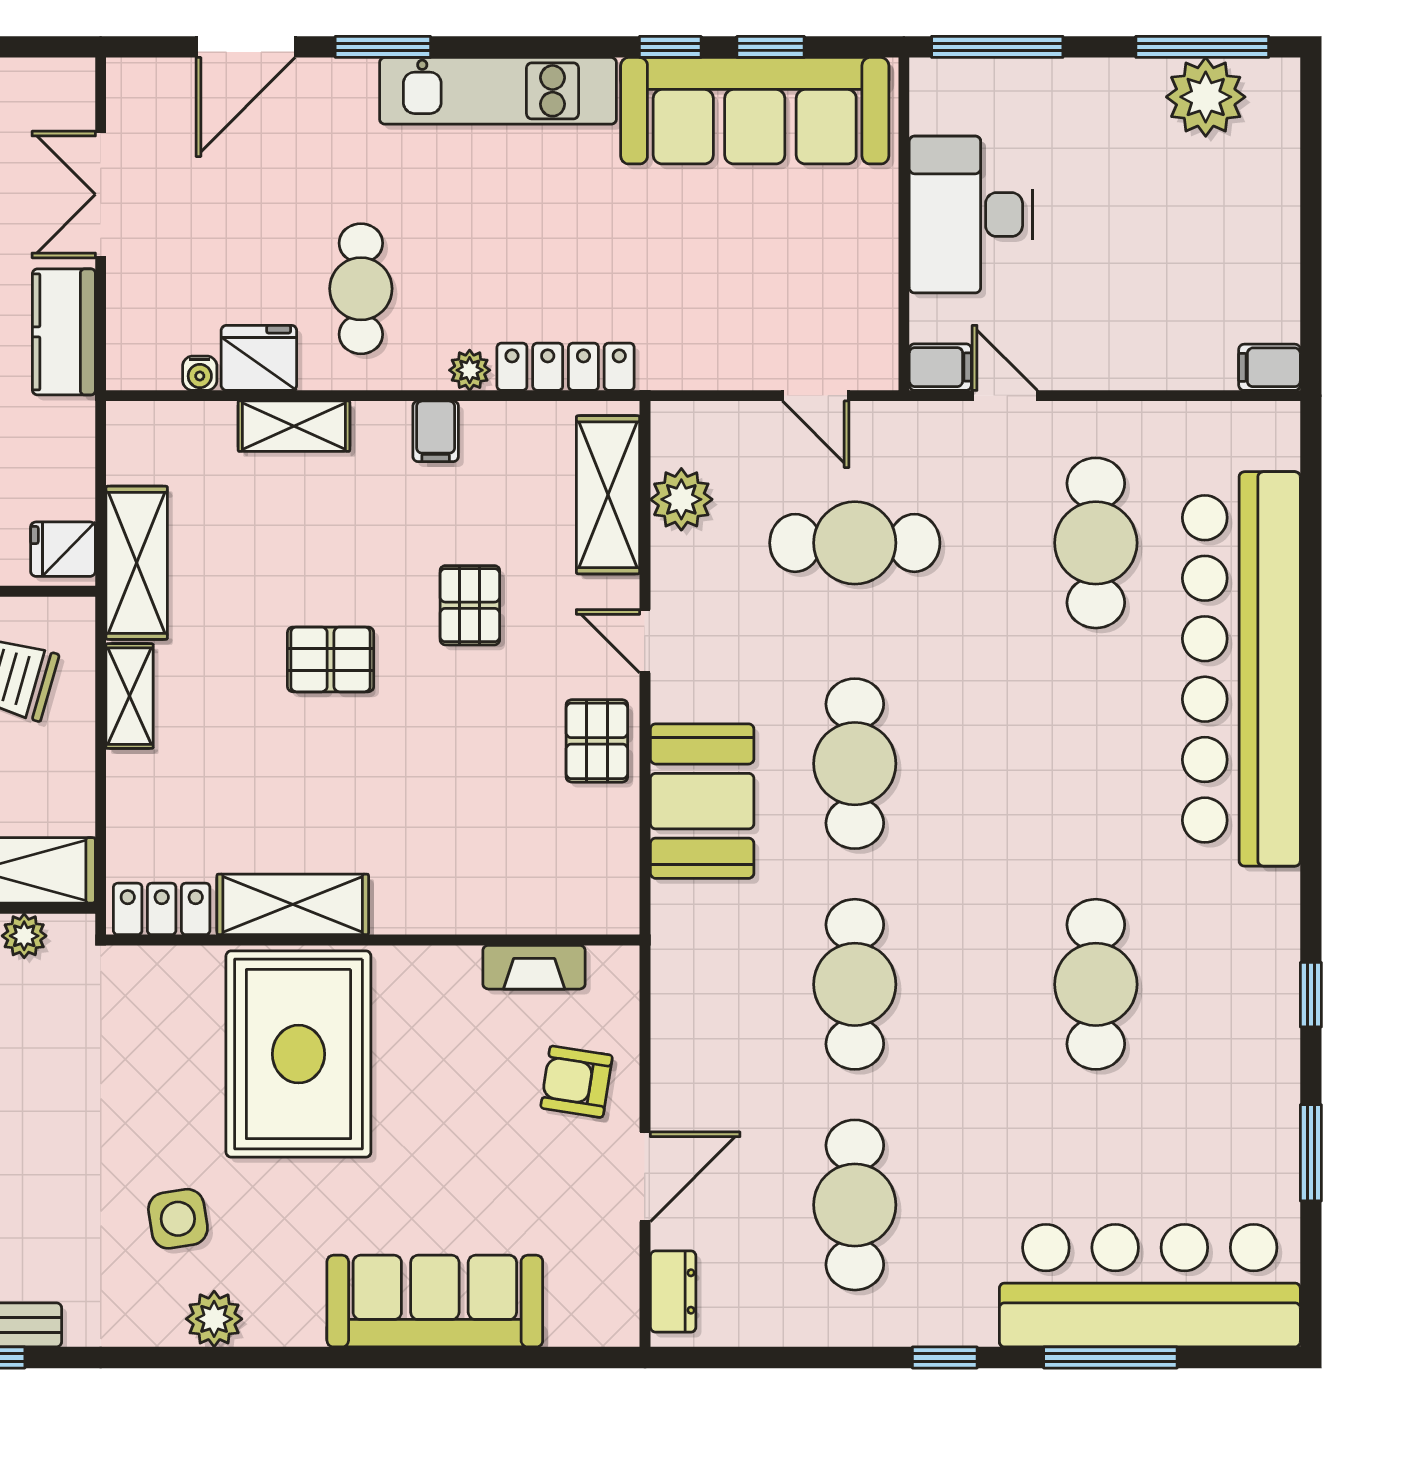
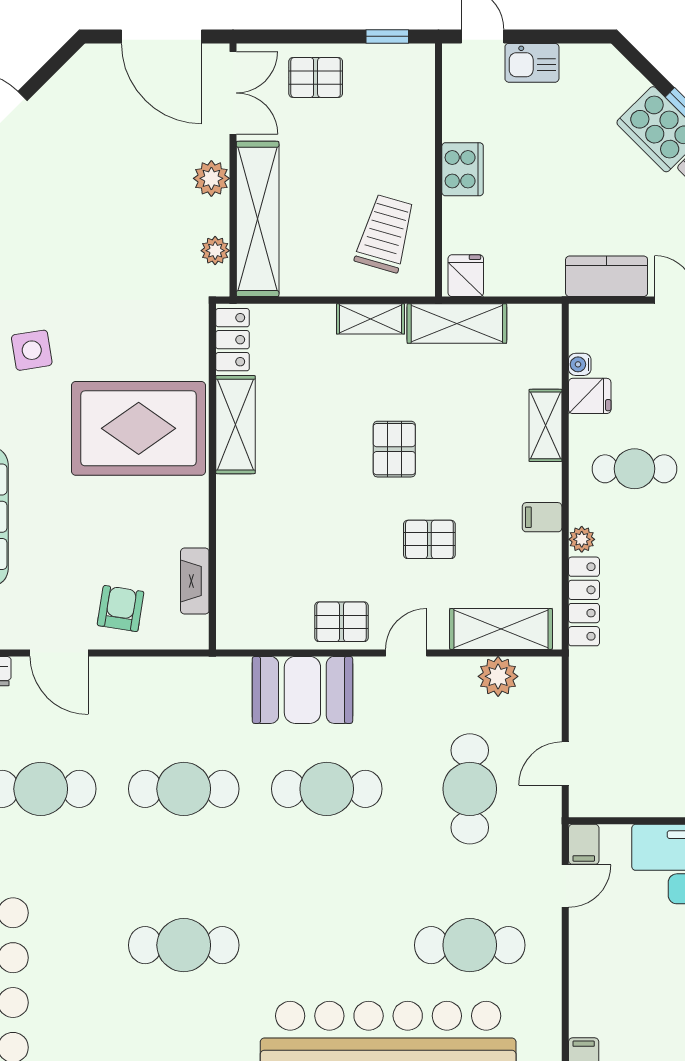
fridge: (259, 358) -> (590, 396), width x0.72

